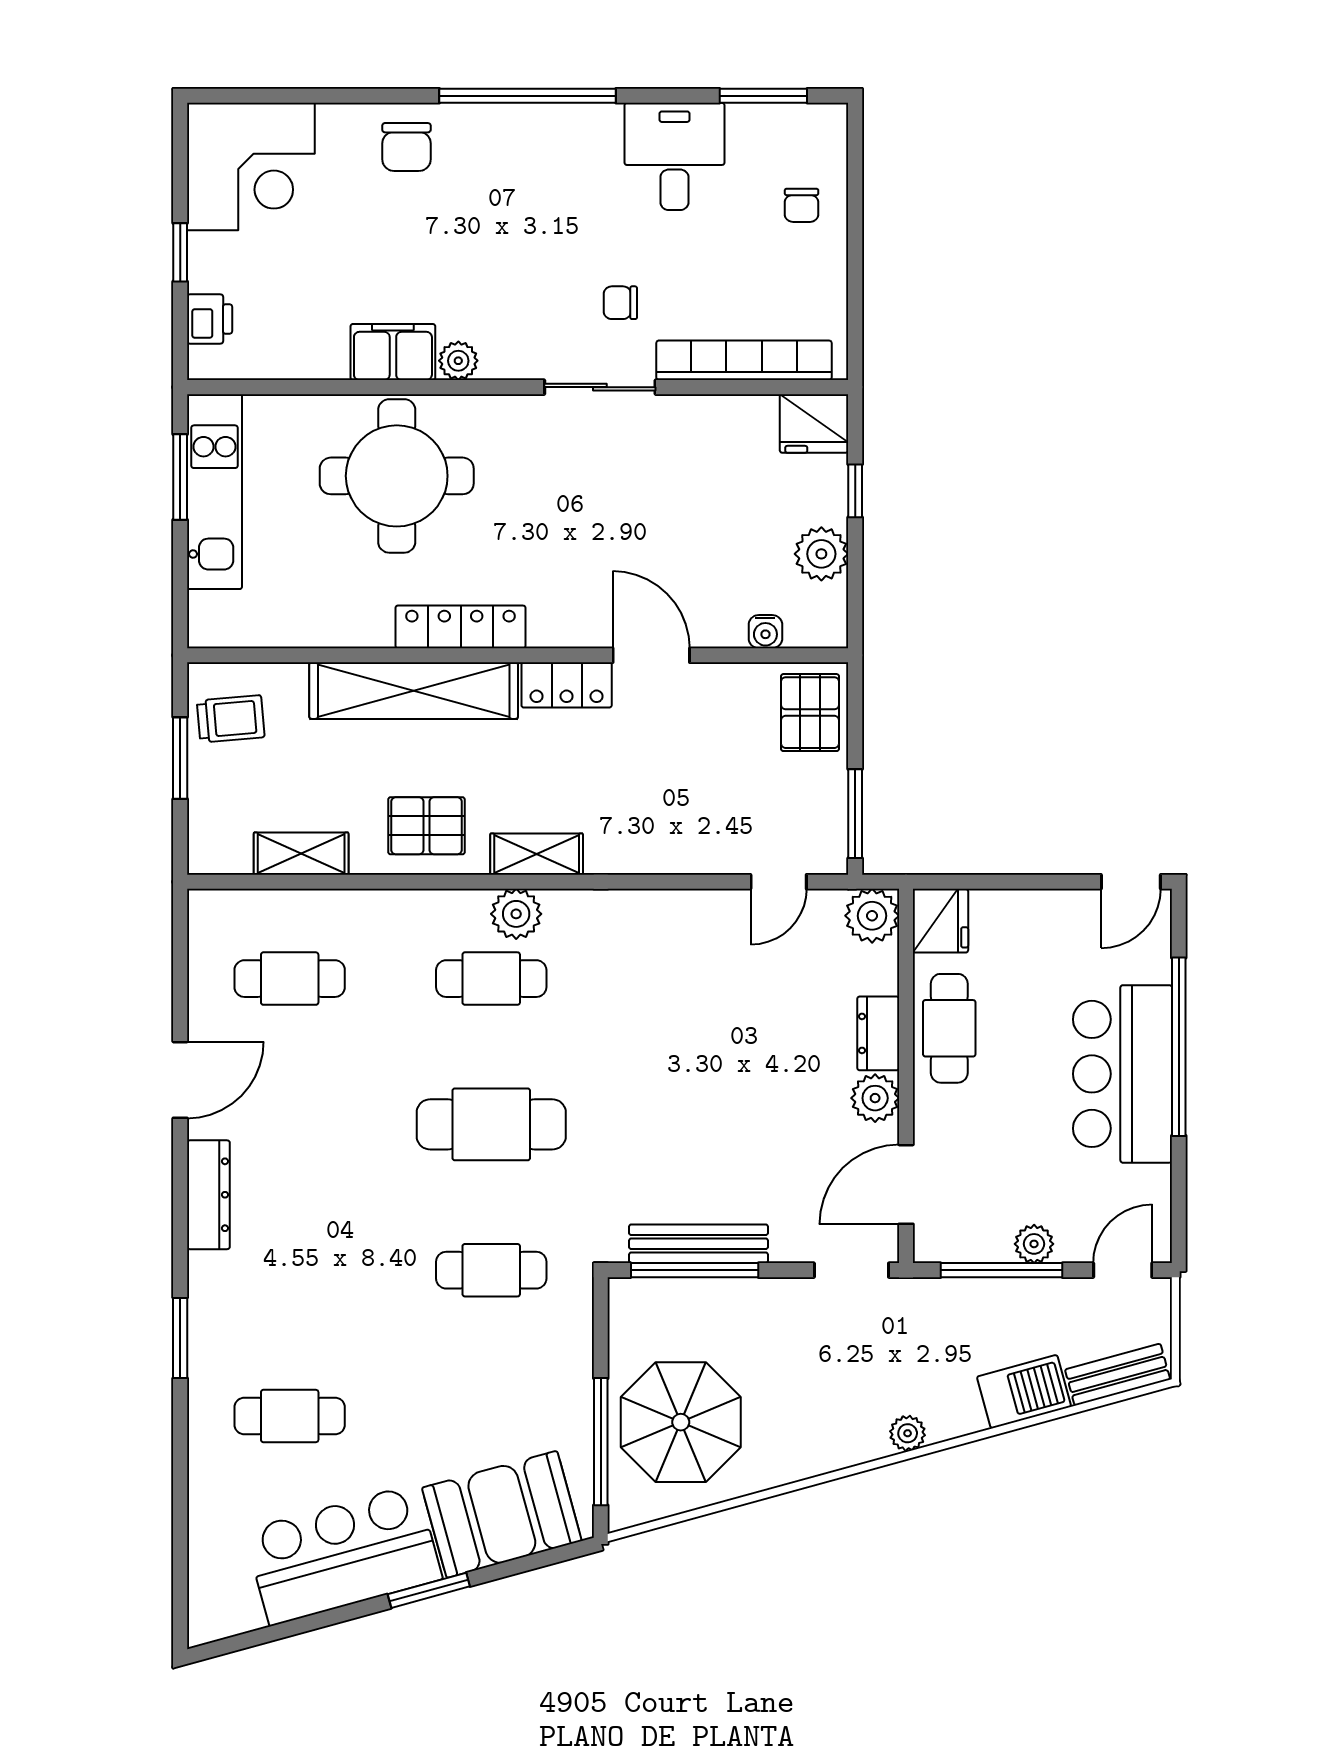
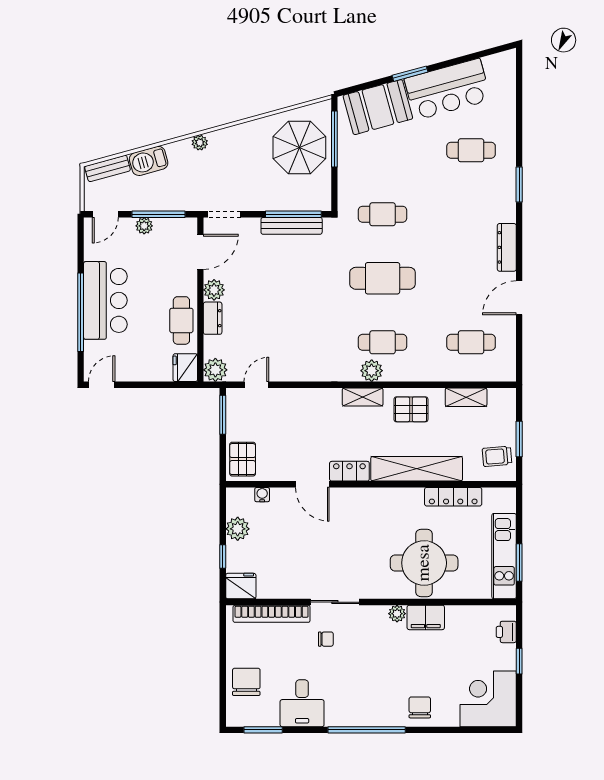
chair: (802, 205) -> (246, 682), width x1.87, depth x1.87
locker: (461, 627) -> (453, 497), moved

